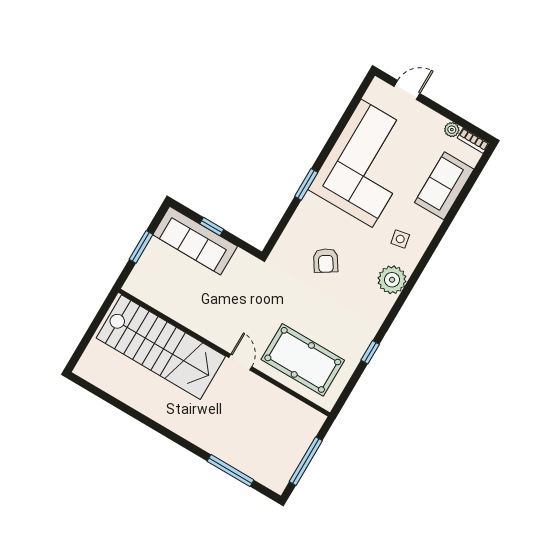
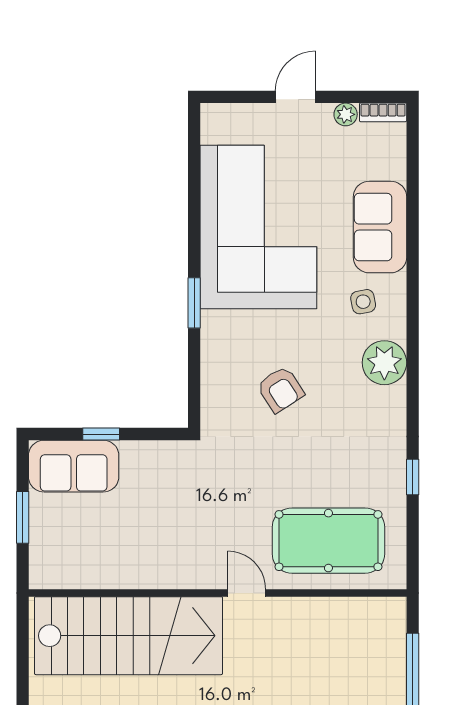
door: (407, 90) -> (296, 97), moved
sofa: (444, 186) -> (380, 227), moved
sofa: (195, 241) -> (74, 466), width x0.73

